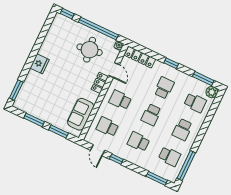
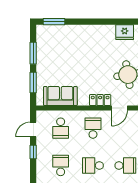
fridge: (40, 64) -> (125, 32), moved
school desk: (107, 127) -> (61, 128), turned 180

